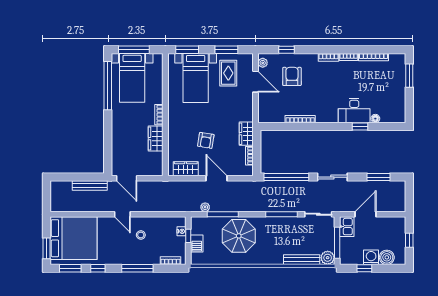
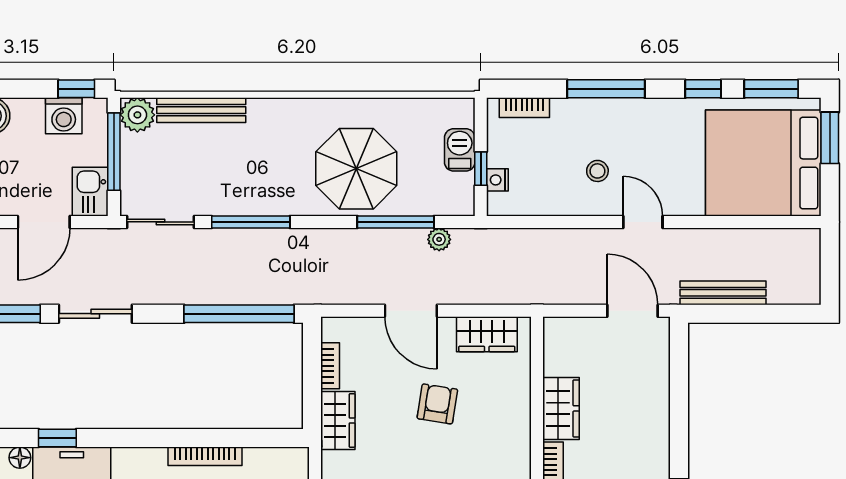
sliding door: (332, 177) -> (95, 314), moved
washing machine: (371, 257) -> (64, 116), moved
window: (364, 268) -> (76, 89), moved

